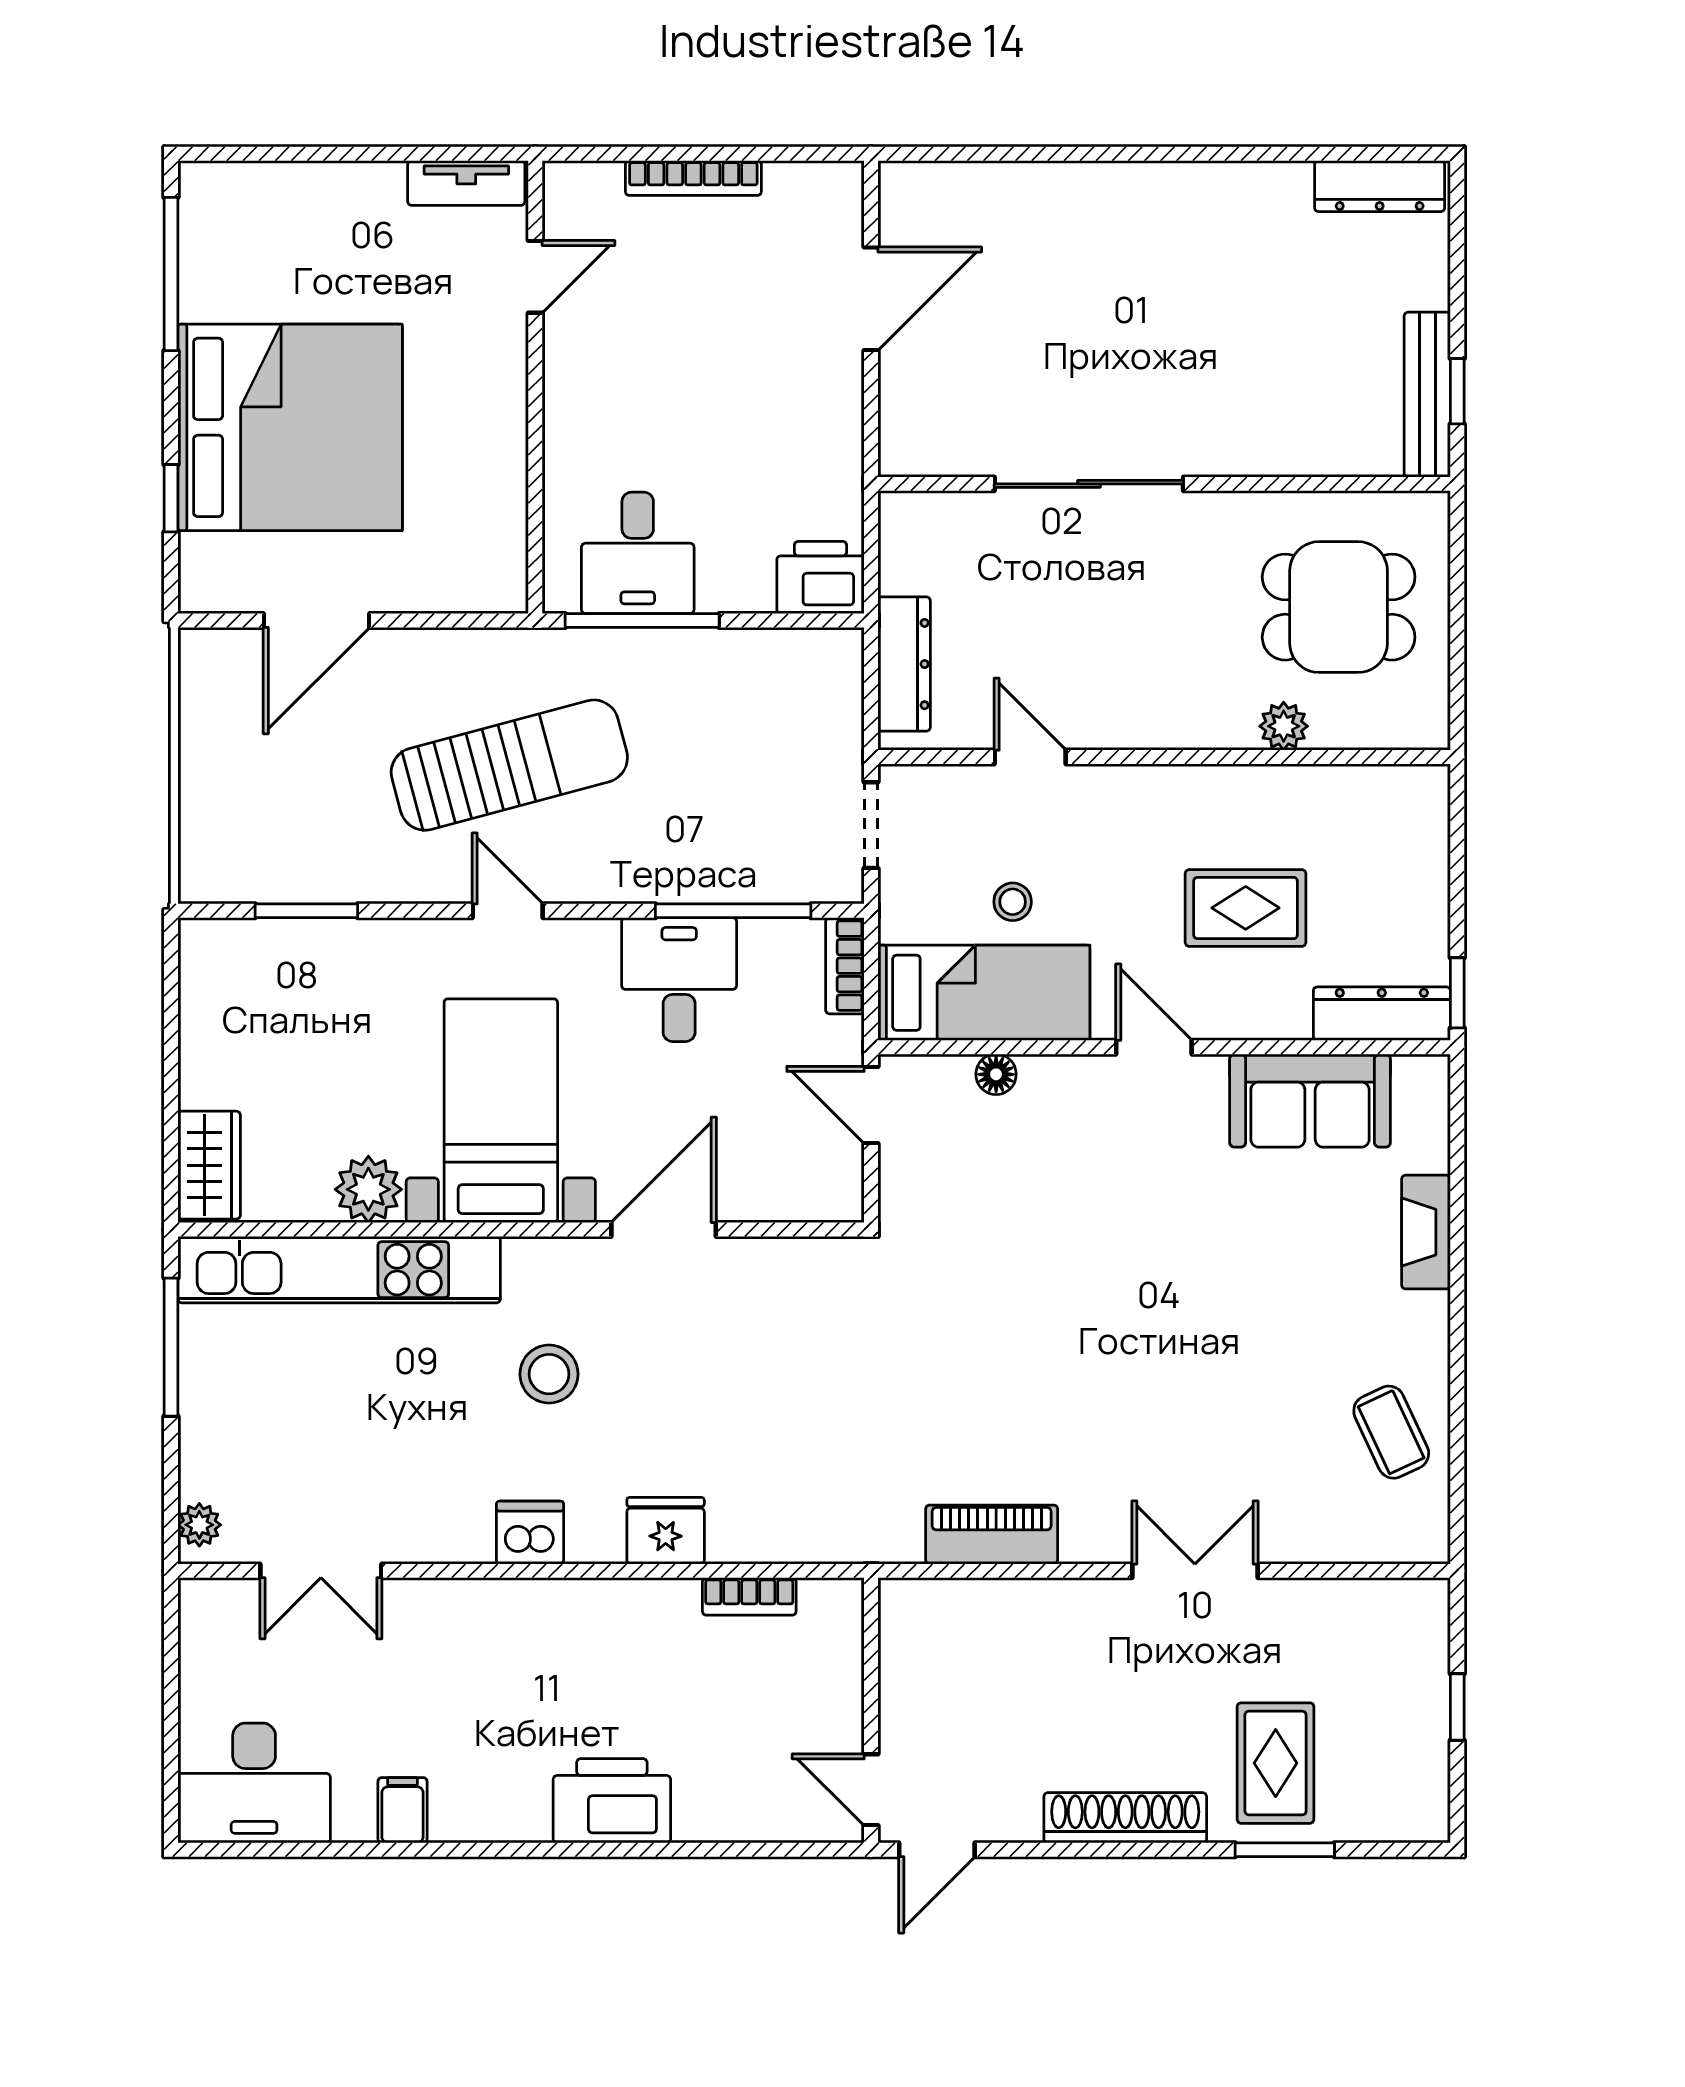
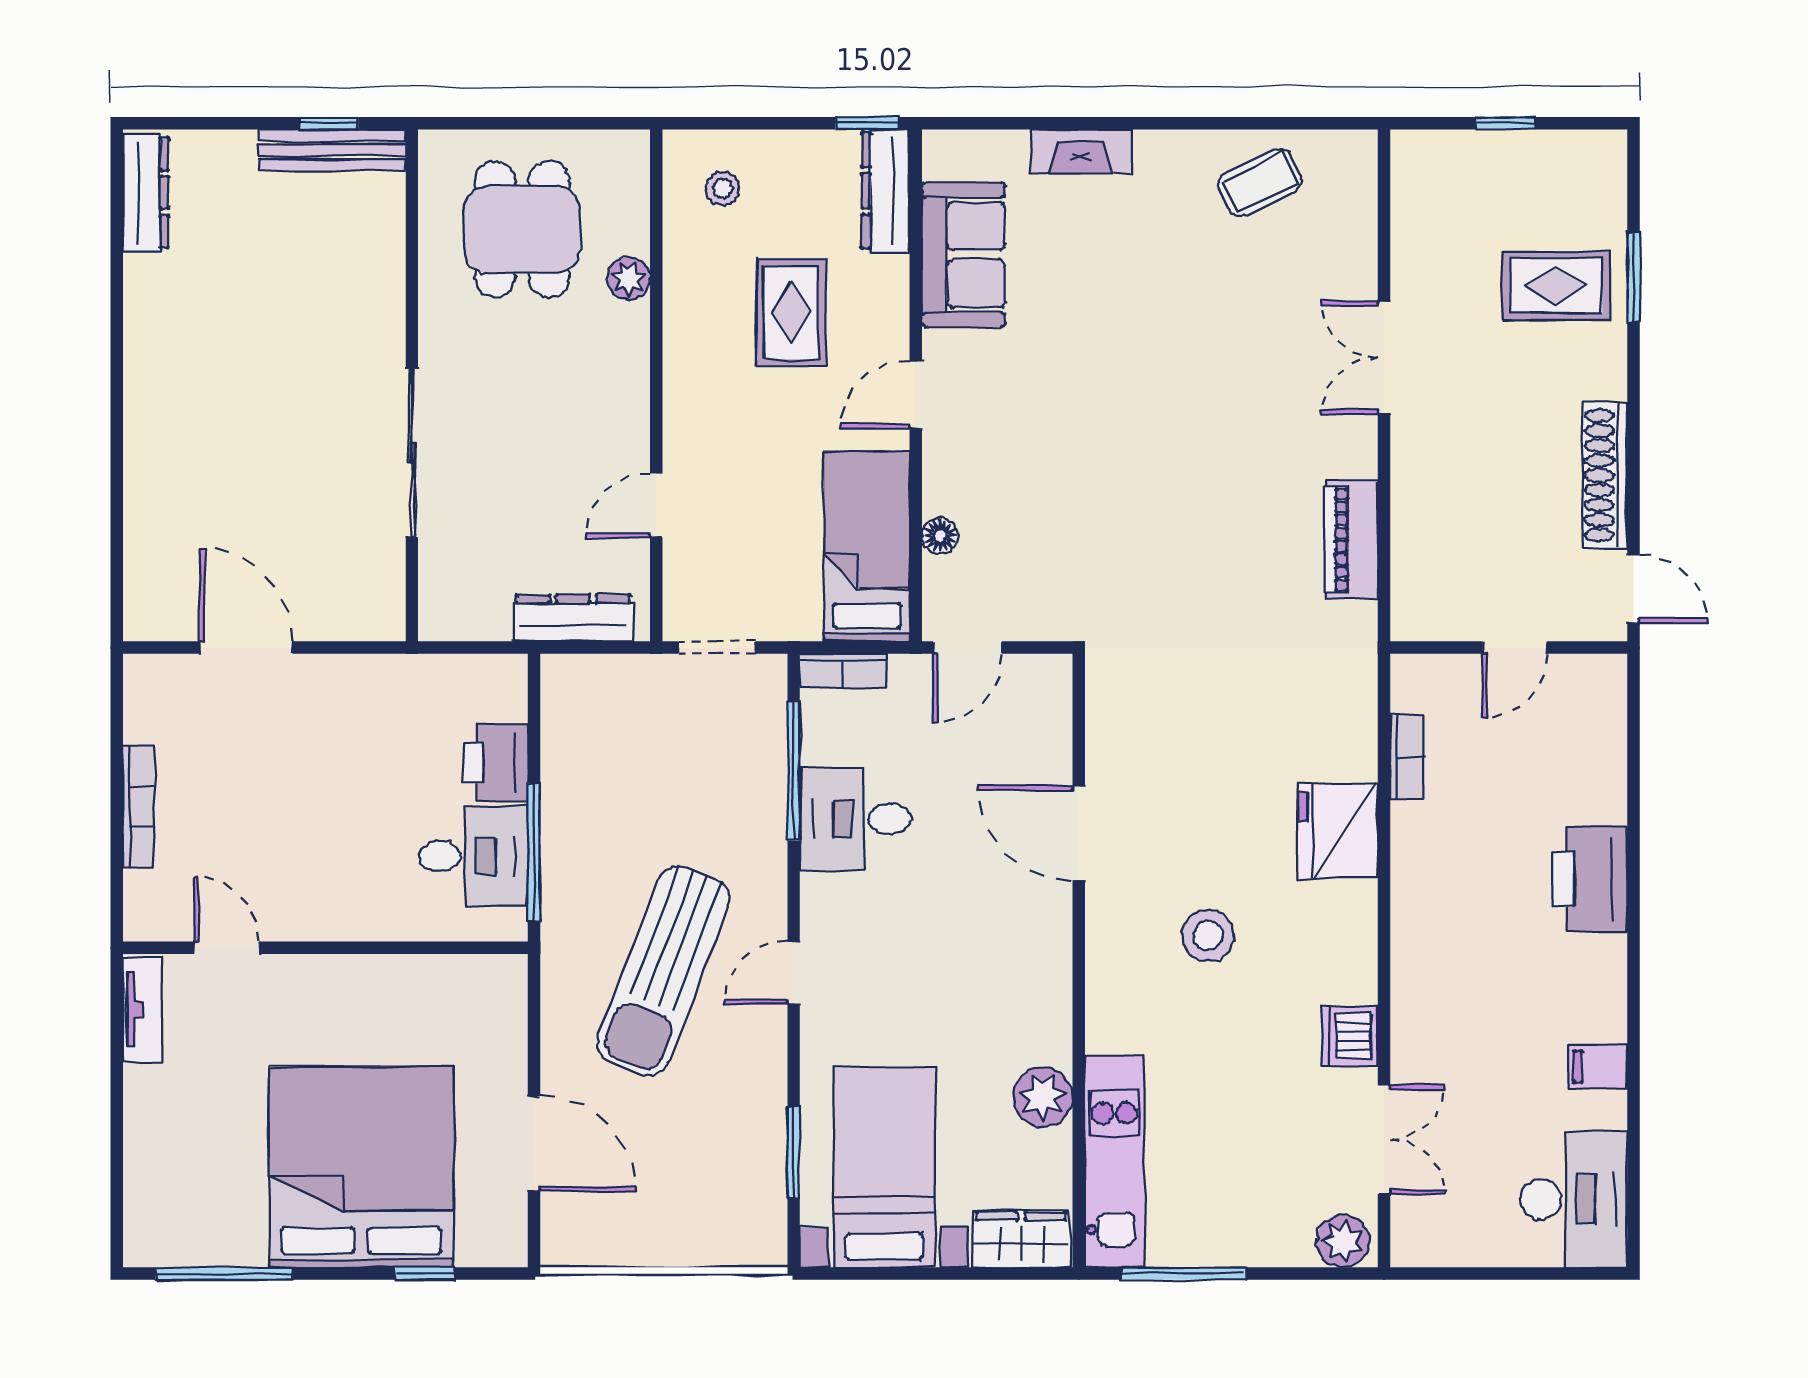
printer: (820, 578) -> (496, 763), moved
sun lounger: (509, 765) -> (663, 971), turned -144
stool: (1013, 902) -> (722, 189), moved
bed with nightstands: (501, 1111) -> (884, 1167), moved, turned 90
kitchen unit: (339, 1270) -> (1115, 1162), width x0.73
plant: (199, 1525) -> (1343, 1241), width x1.38, depth x1.38
fridge: (666, 1531) -> (1338, 831), width x1.36, depth x1.34
dishwasher: (530, 1533) -> (1350, 1036), moved
door: (871, 1790) -> (1515, 648), moved
shoe rack: (1125, 1818) -> (1605, 475), moved

